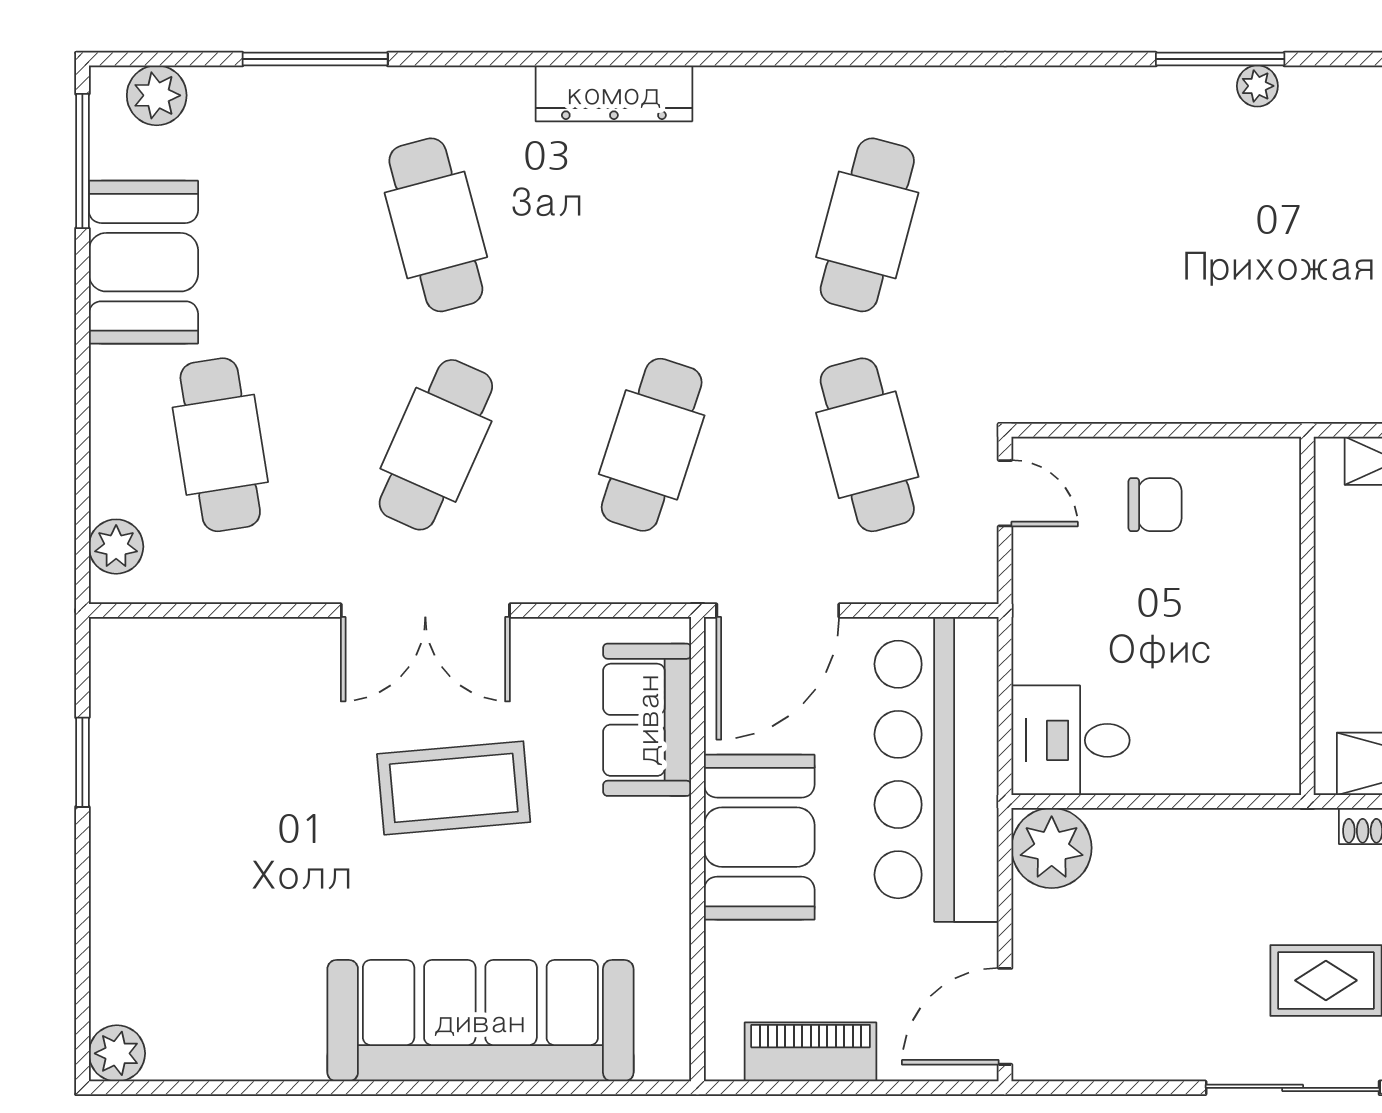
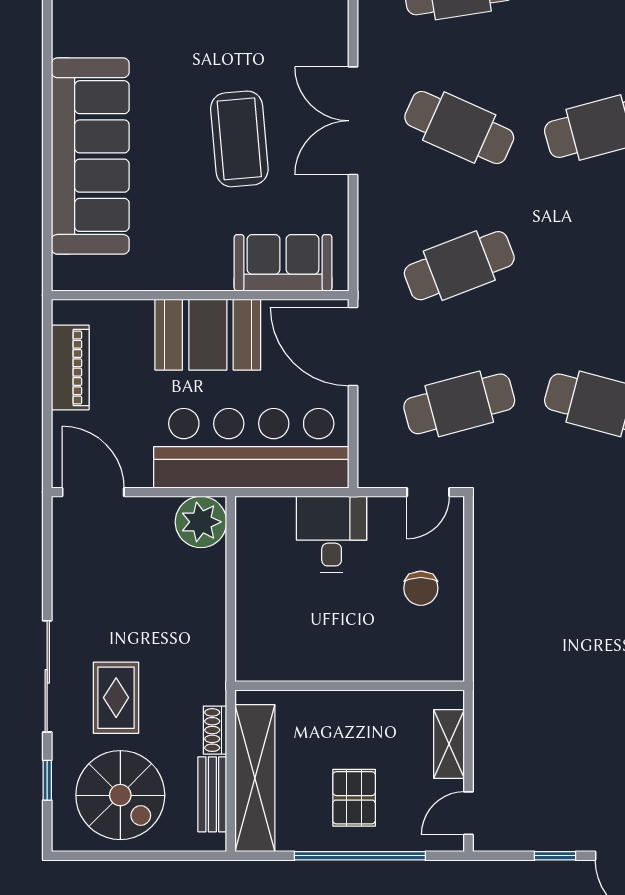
cafe table: (652, 445) -> (459, 266), turned -39
desk: (1071, 740) -> (332, 534), moved

